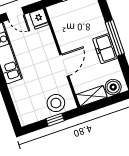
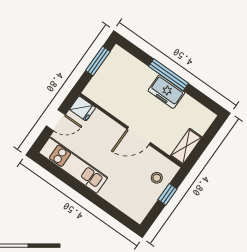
door: (64, 65) -> (139, 136), swing flipped
boiler: (113, 87) -> (201, 123), removed
stool: (56, 103) -> (157, 178), width x0.53, depth x0.53

